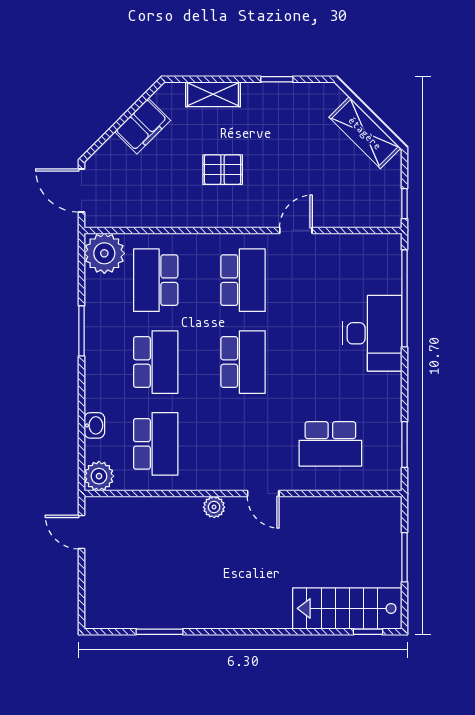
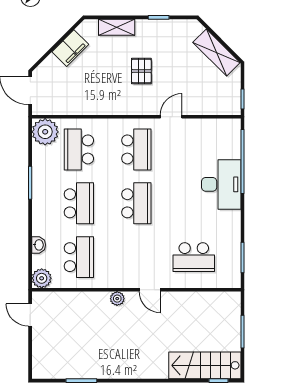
pallet: (223, 170) -> (141, 71), moved, turned 90

